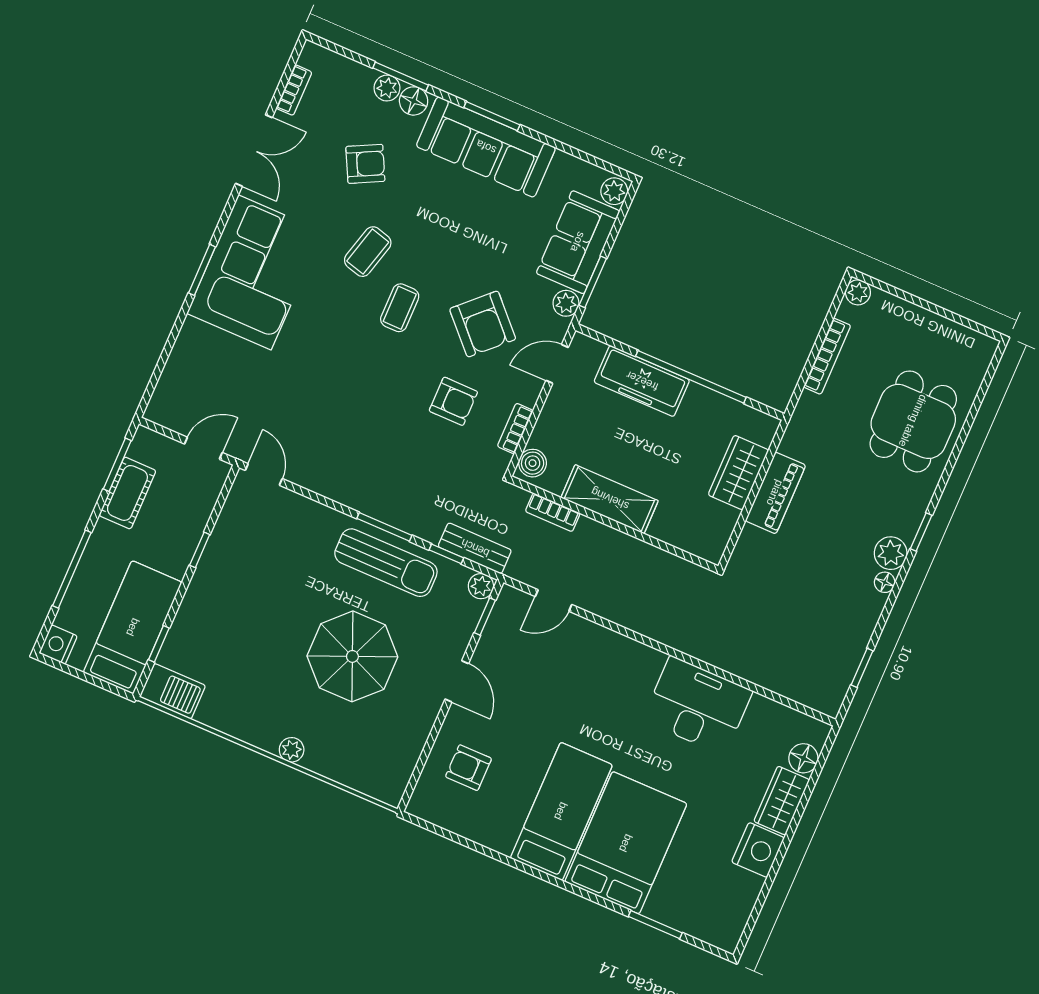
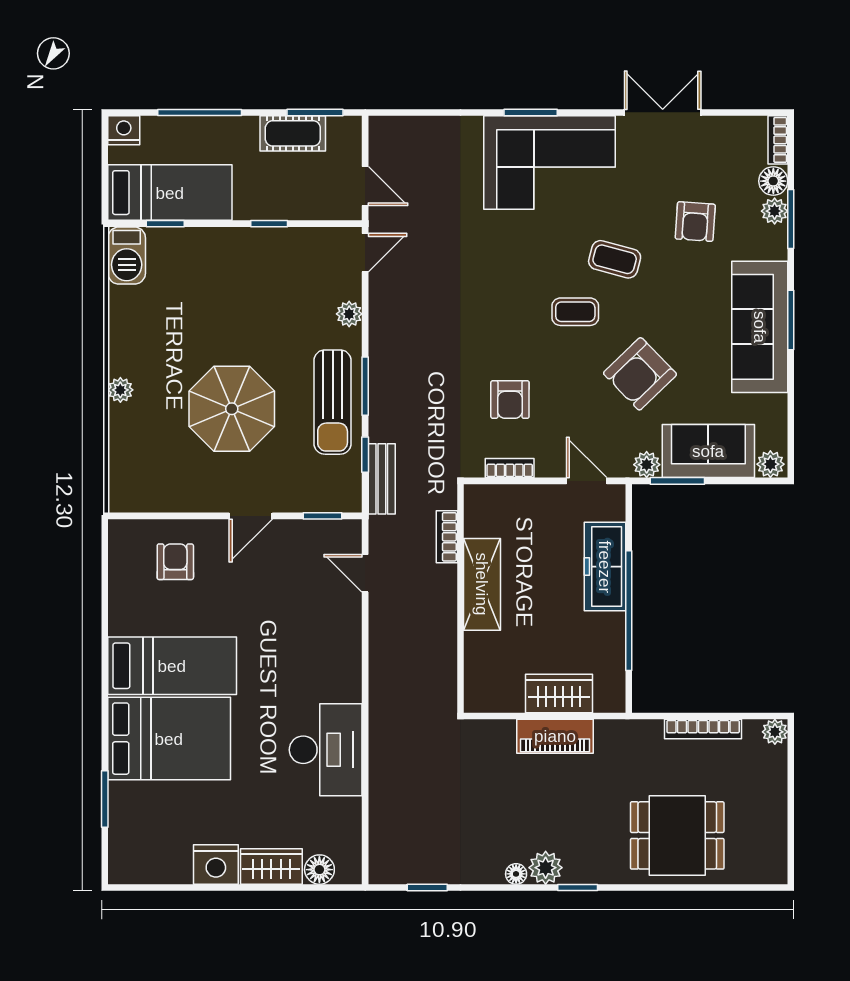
bookcase: (294, 90) -> (778, 140), moved, turned 90
floor lamp: (414, 101) -> (773, 181), moved
double door: (254, 150) -> (663, 112), swing flipped
armchair: (365, 164) -> (695, 222), turned 31
armchair: (483, 324) -> (640, 374), moved
boiler: (533, 463) -> (485, 498), removed
plant: (481, 586) -> (349, 314), moved

